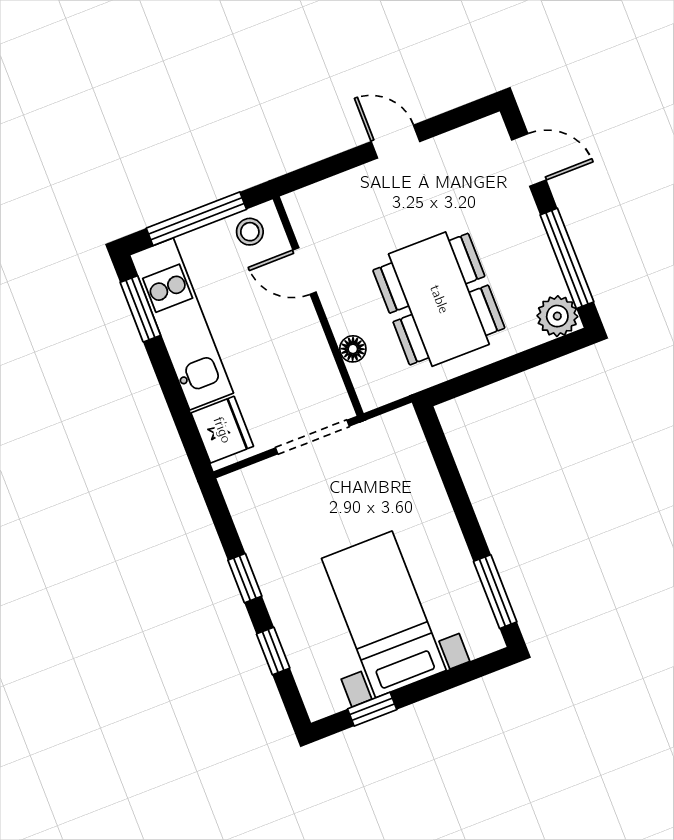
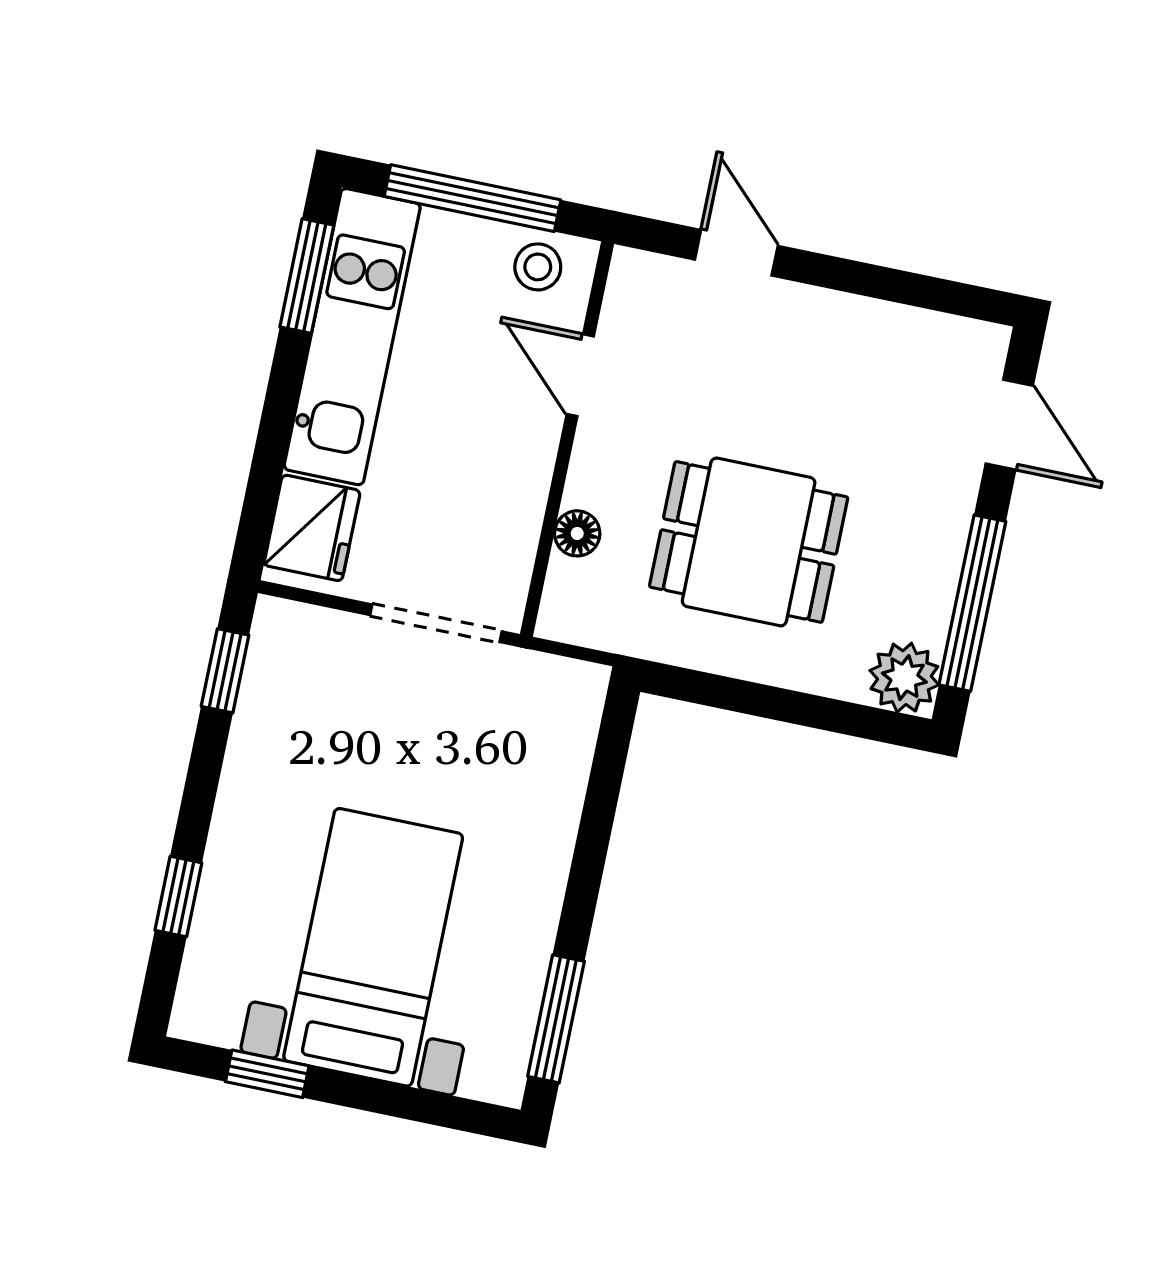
door: (396, 142) -> (736, 253), moved
dining table: (439, 299) -> (749, 542), width x0.73
window: (245, 578) -> (225, 671), moved

